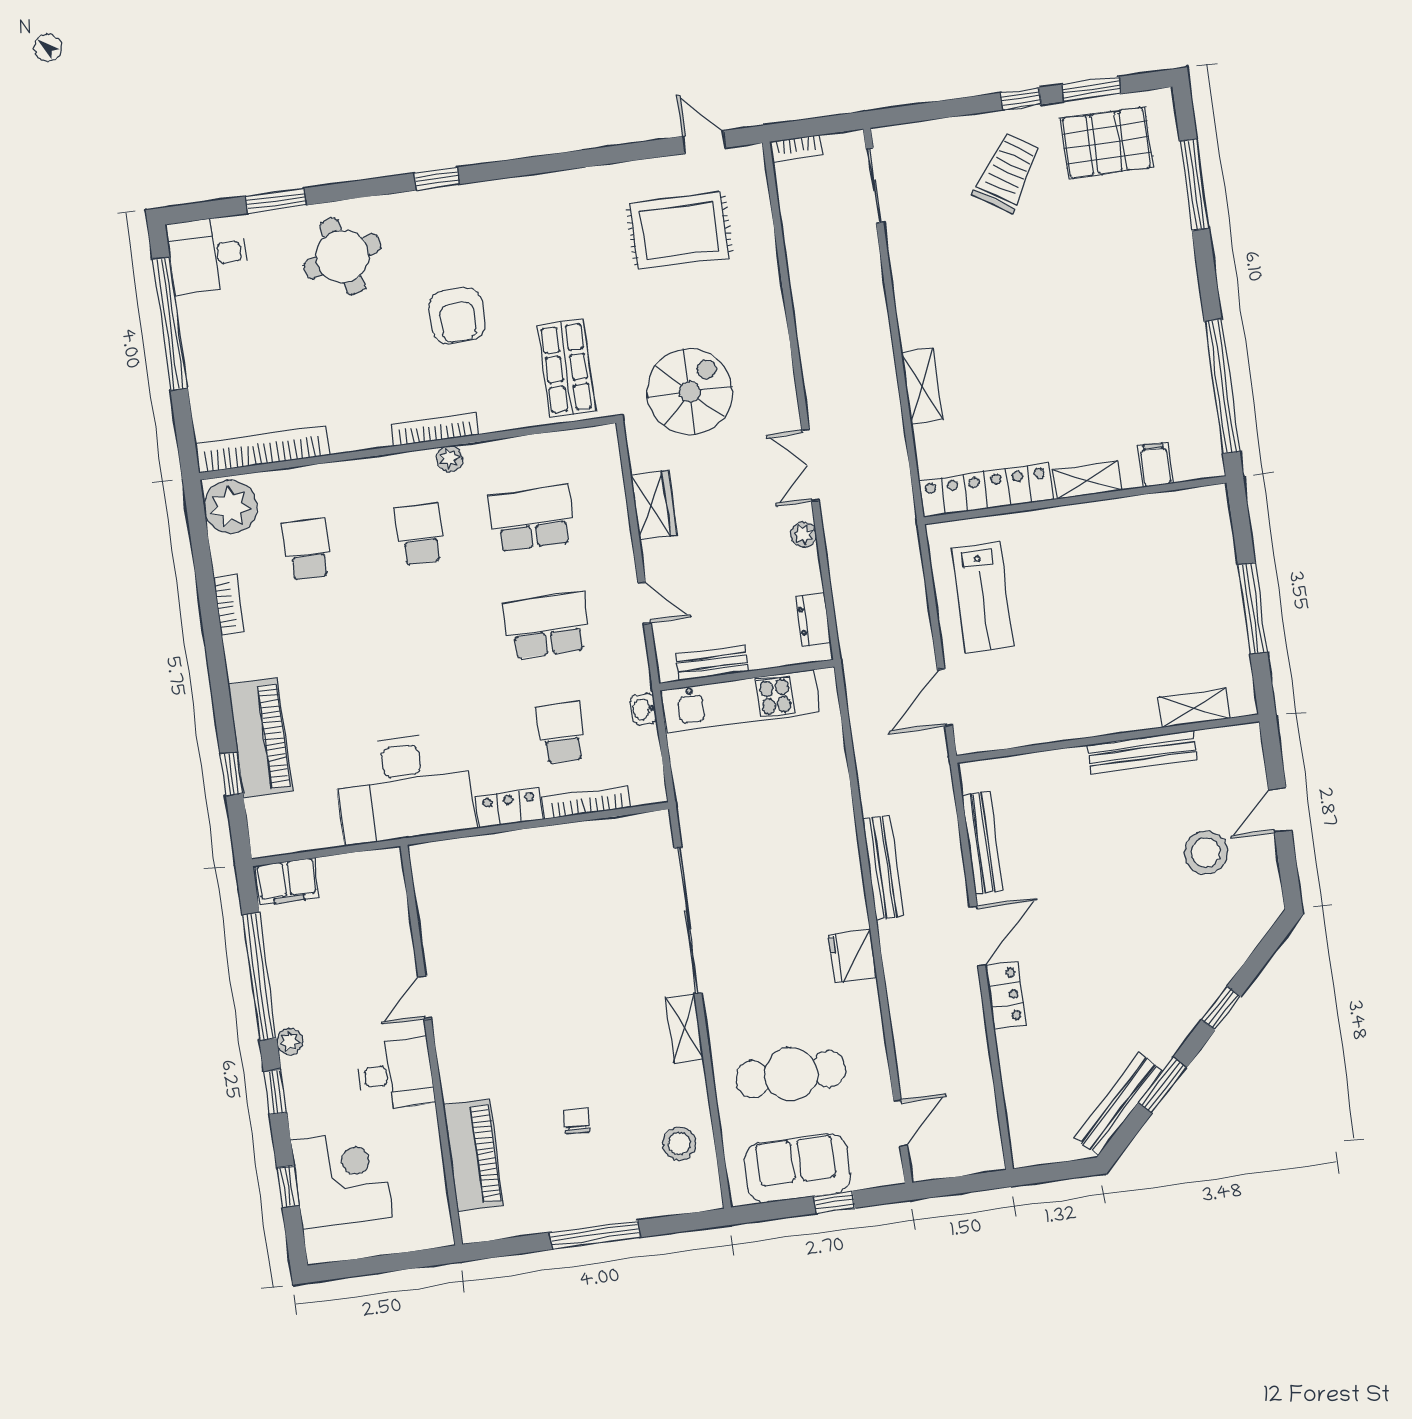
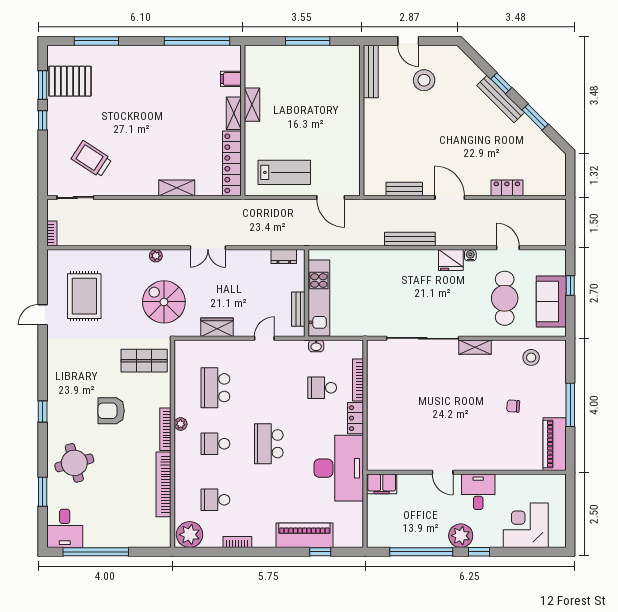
door: (704, 142) -> (43, 315), moved
pallet: (1107, 143) -> (70, 81), turned 90
trolley: (1007, 173) -> (92, 159), moved
armchair: (457, 316) -> (111, 411), turned 180
bookcase: (262, 449) -> (163, 484), moved
plant: (804, 534) -> (156, 256), moved
school desk: (546, 626) -> (269, 444), moved
shelving: (1194, 708) -> (252, 105), moved
bench: (1142, 752) -> (371, 72), moved
bench: (982, 843) -> (404, 189), width x0.73
filing cabinet: (287, 882) -> (382, 484), moved, turned 90
water cooler: (868, 993) -> (470, 255), added
locker: (1005, 995) -> (507, 188), moved
plant: (290, 1041) -> (461, 536), width x1.87, depth x1.87
bench: (1119, 1104) -> (501, 99), moved
door: (900, 1123) -> (508, 248), moved
piano: (473, 1155) -> (555, 444), moved, turned -90
window: (288, 1186) -> (526, 552), removed

